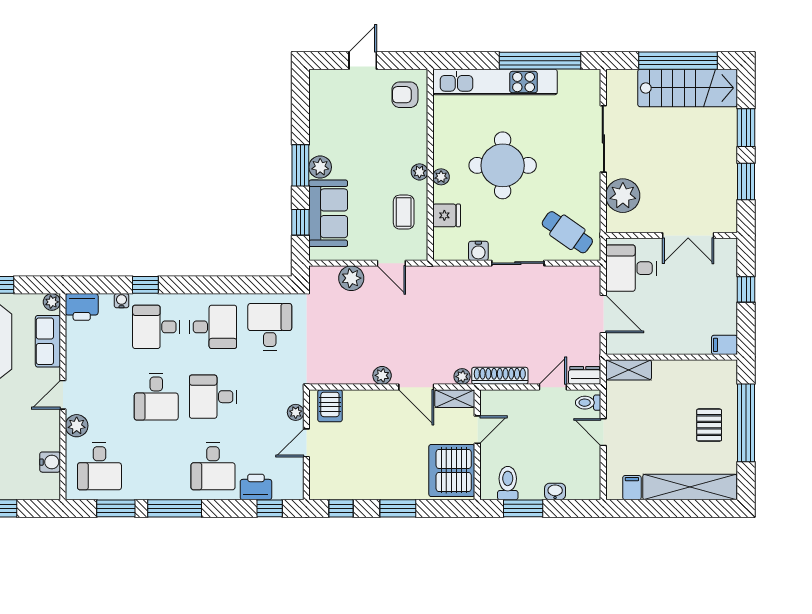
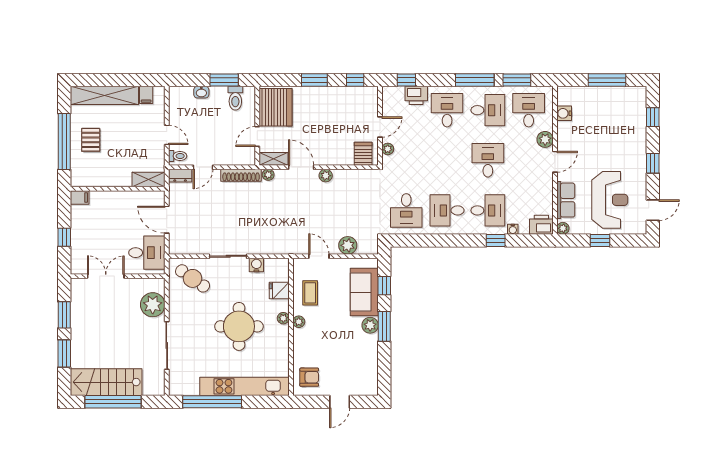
desk: (213, 397) -> (488, 110), moved

